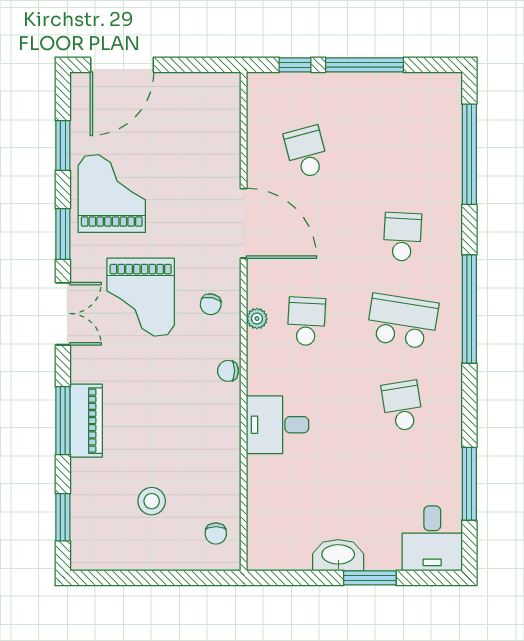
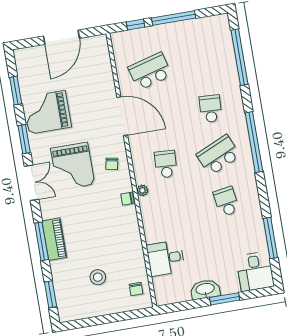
door: (122, 65) -> (61, 37), moved
school desk: (306, 152) -> (150, 71), width x1.85
grand piano: (112, 194) -> (47, 112), turned -90
plant: (257, 319) -> (142, 190), moved
school desk: (402, 321) -> (218, 155), turned -33
desk: (278, 425) -> (166, 258), moved

